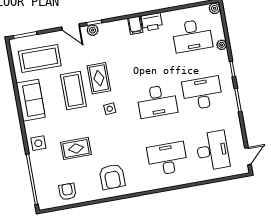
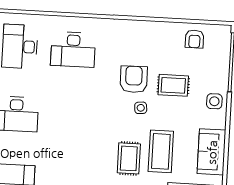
desk: (157, 101) -> (69, 117), removed
side table: (110, 109) -> (141, 108), moved
armchair: (112, 177) -> (134, 79), moved

